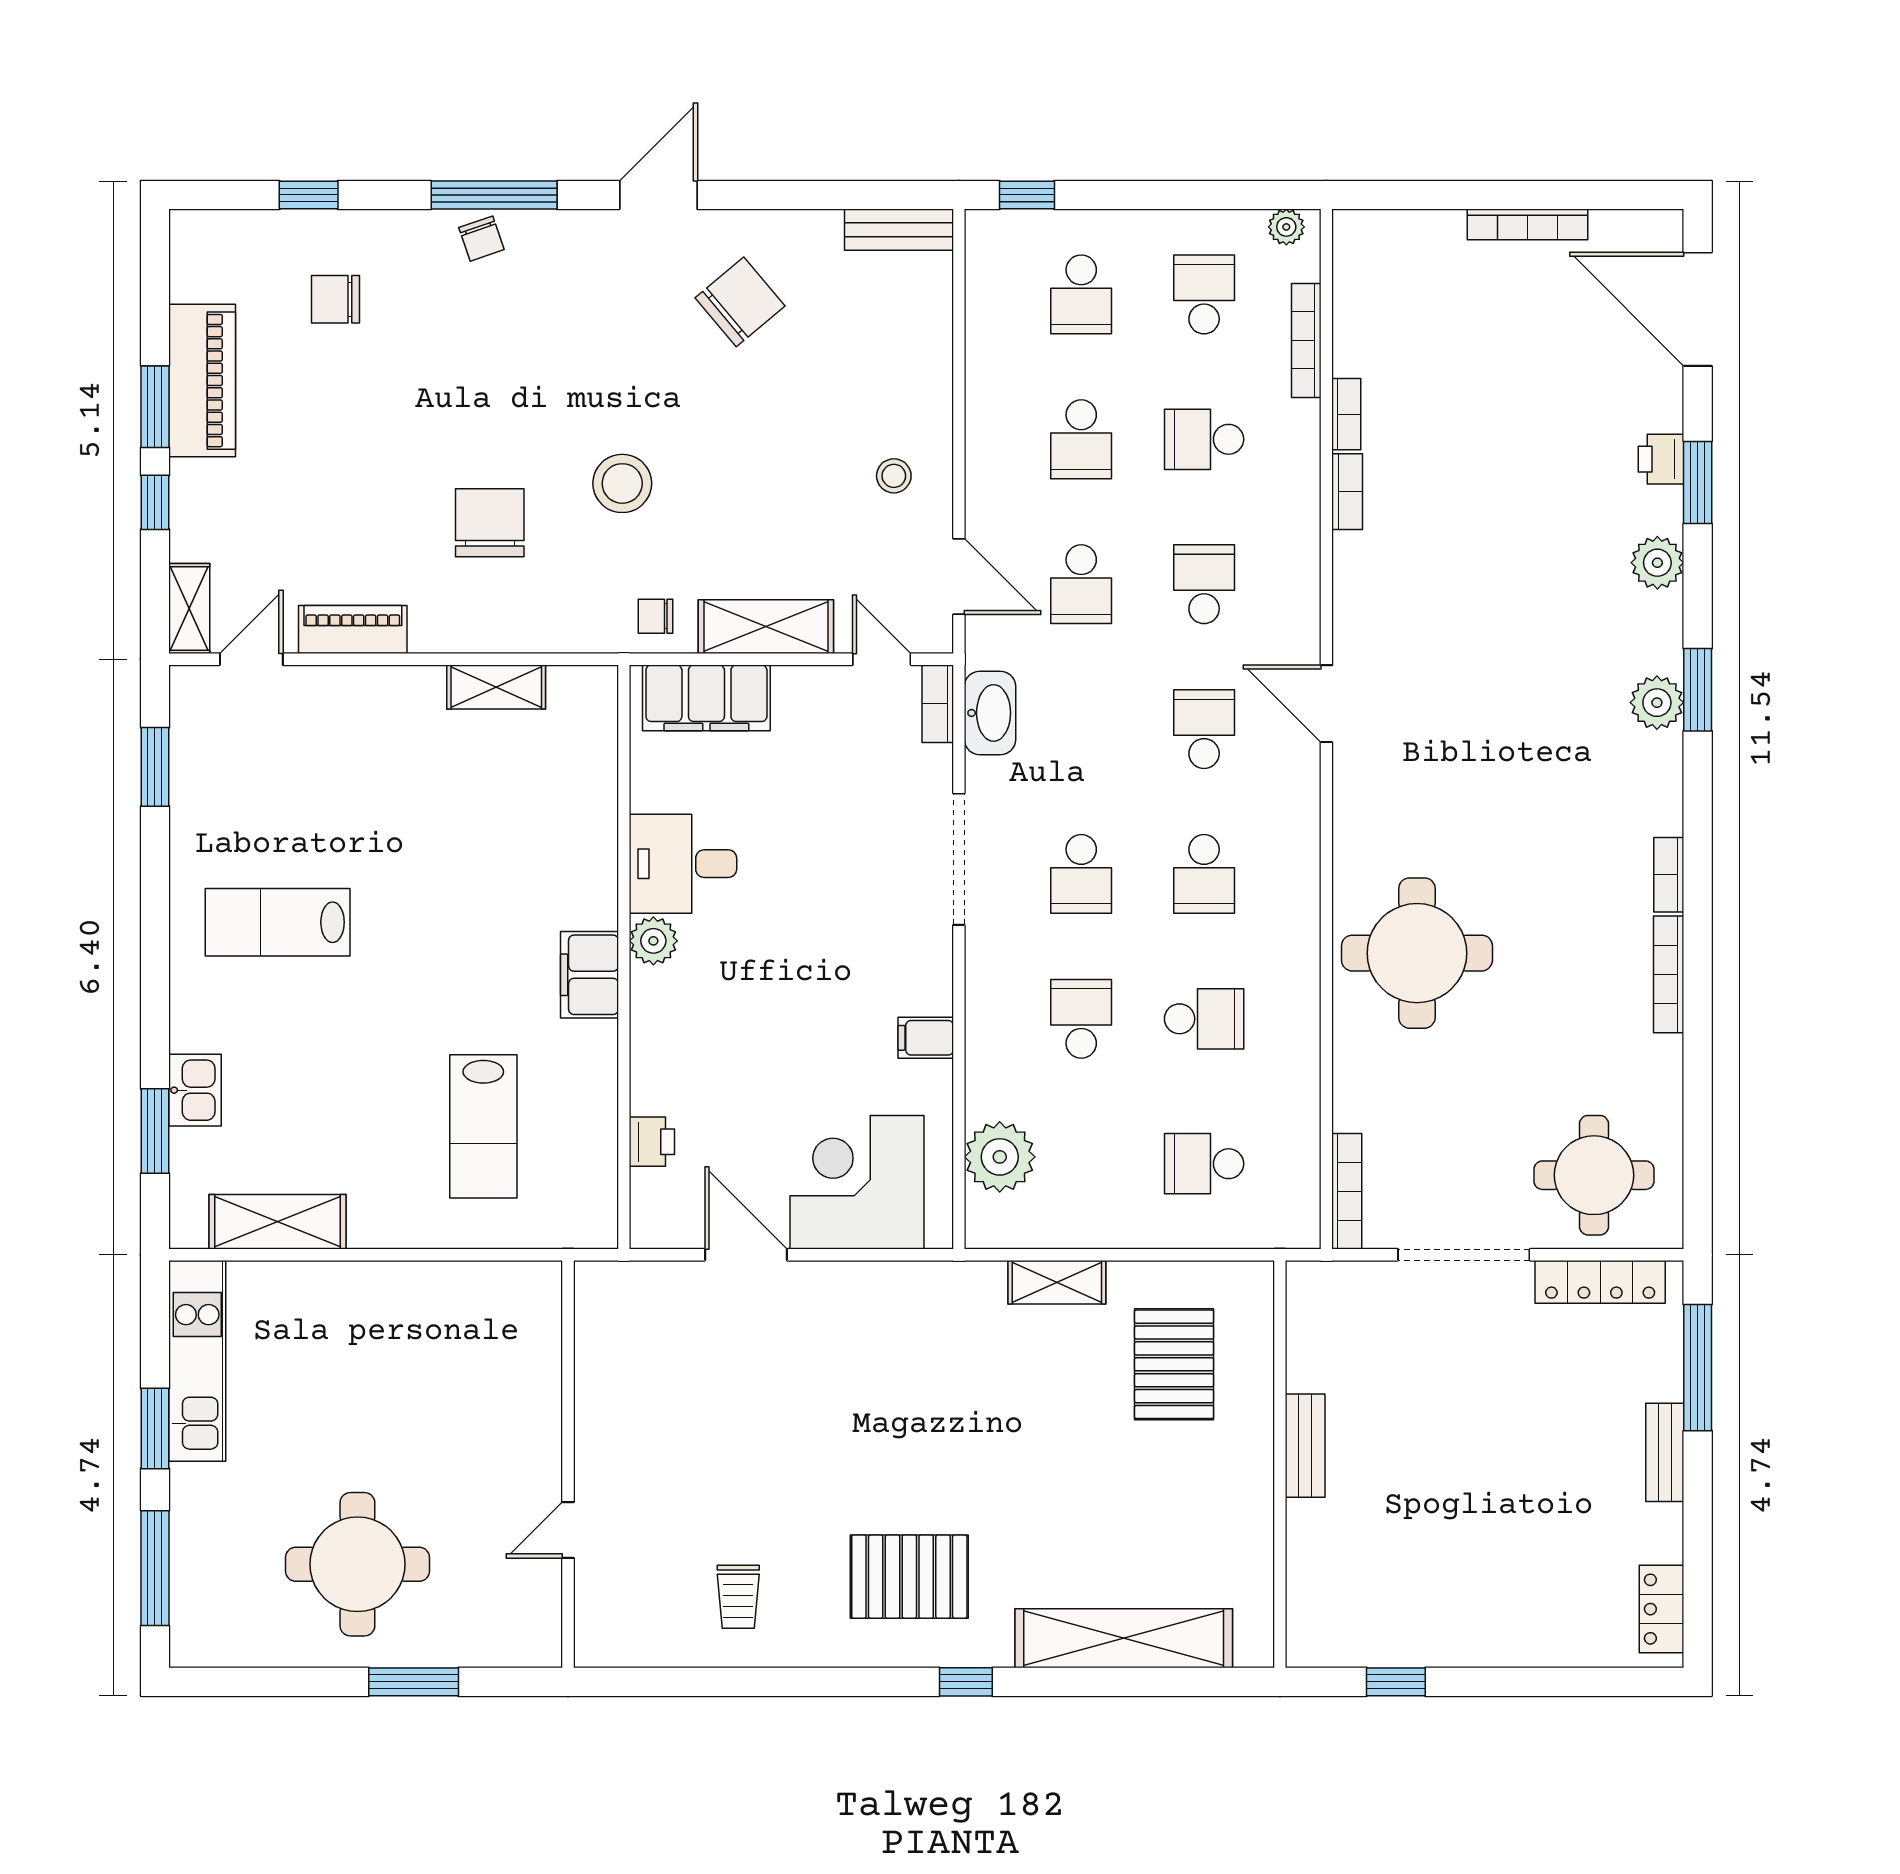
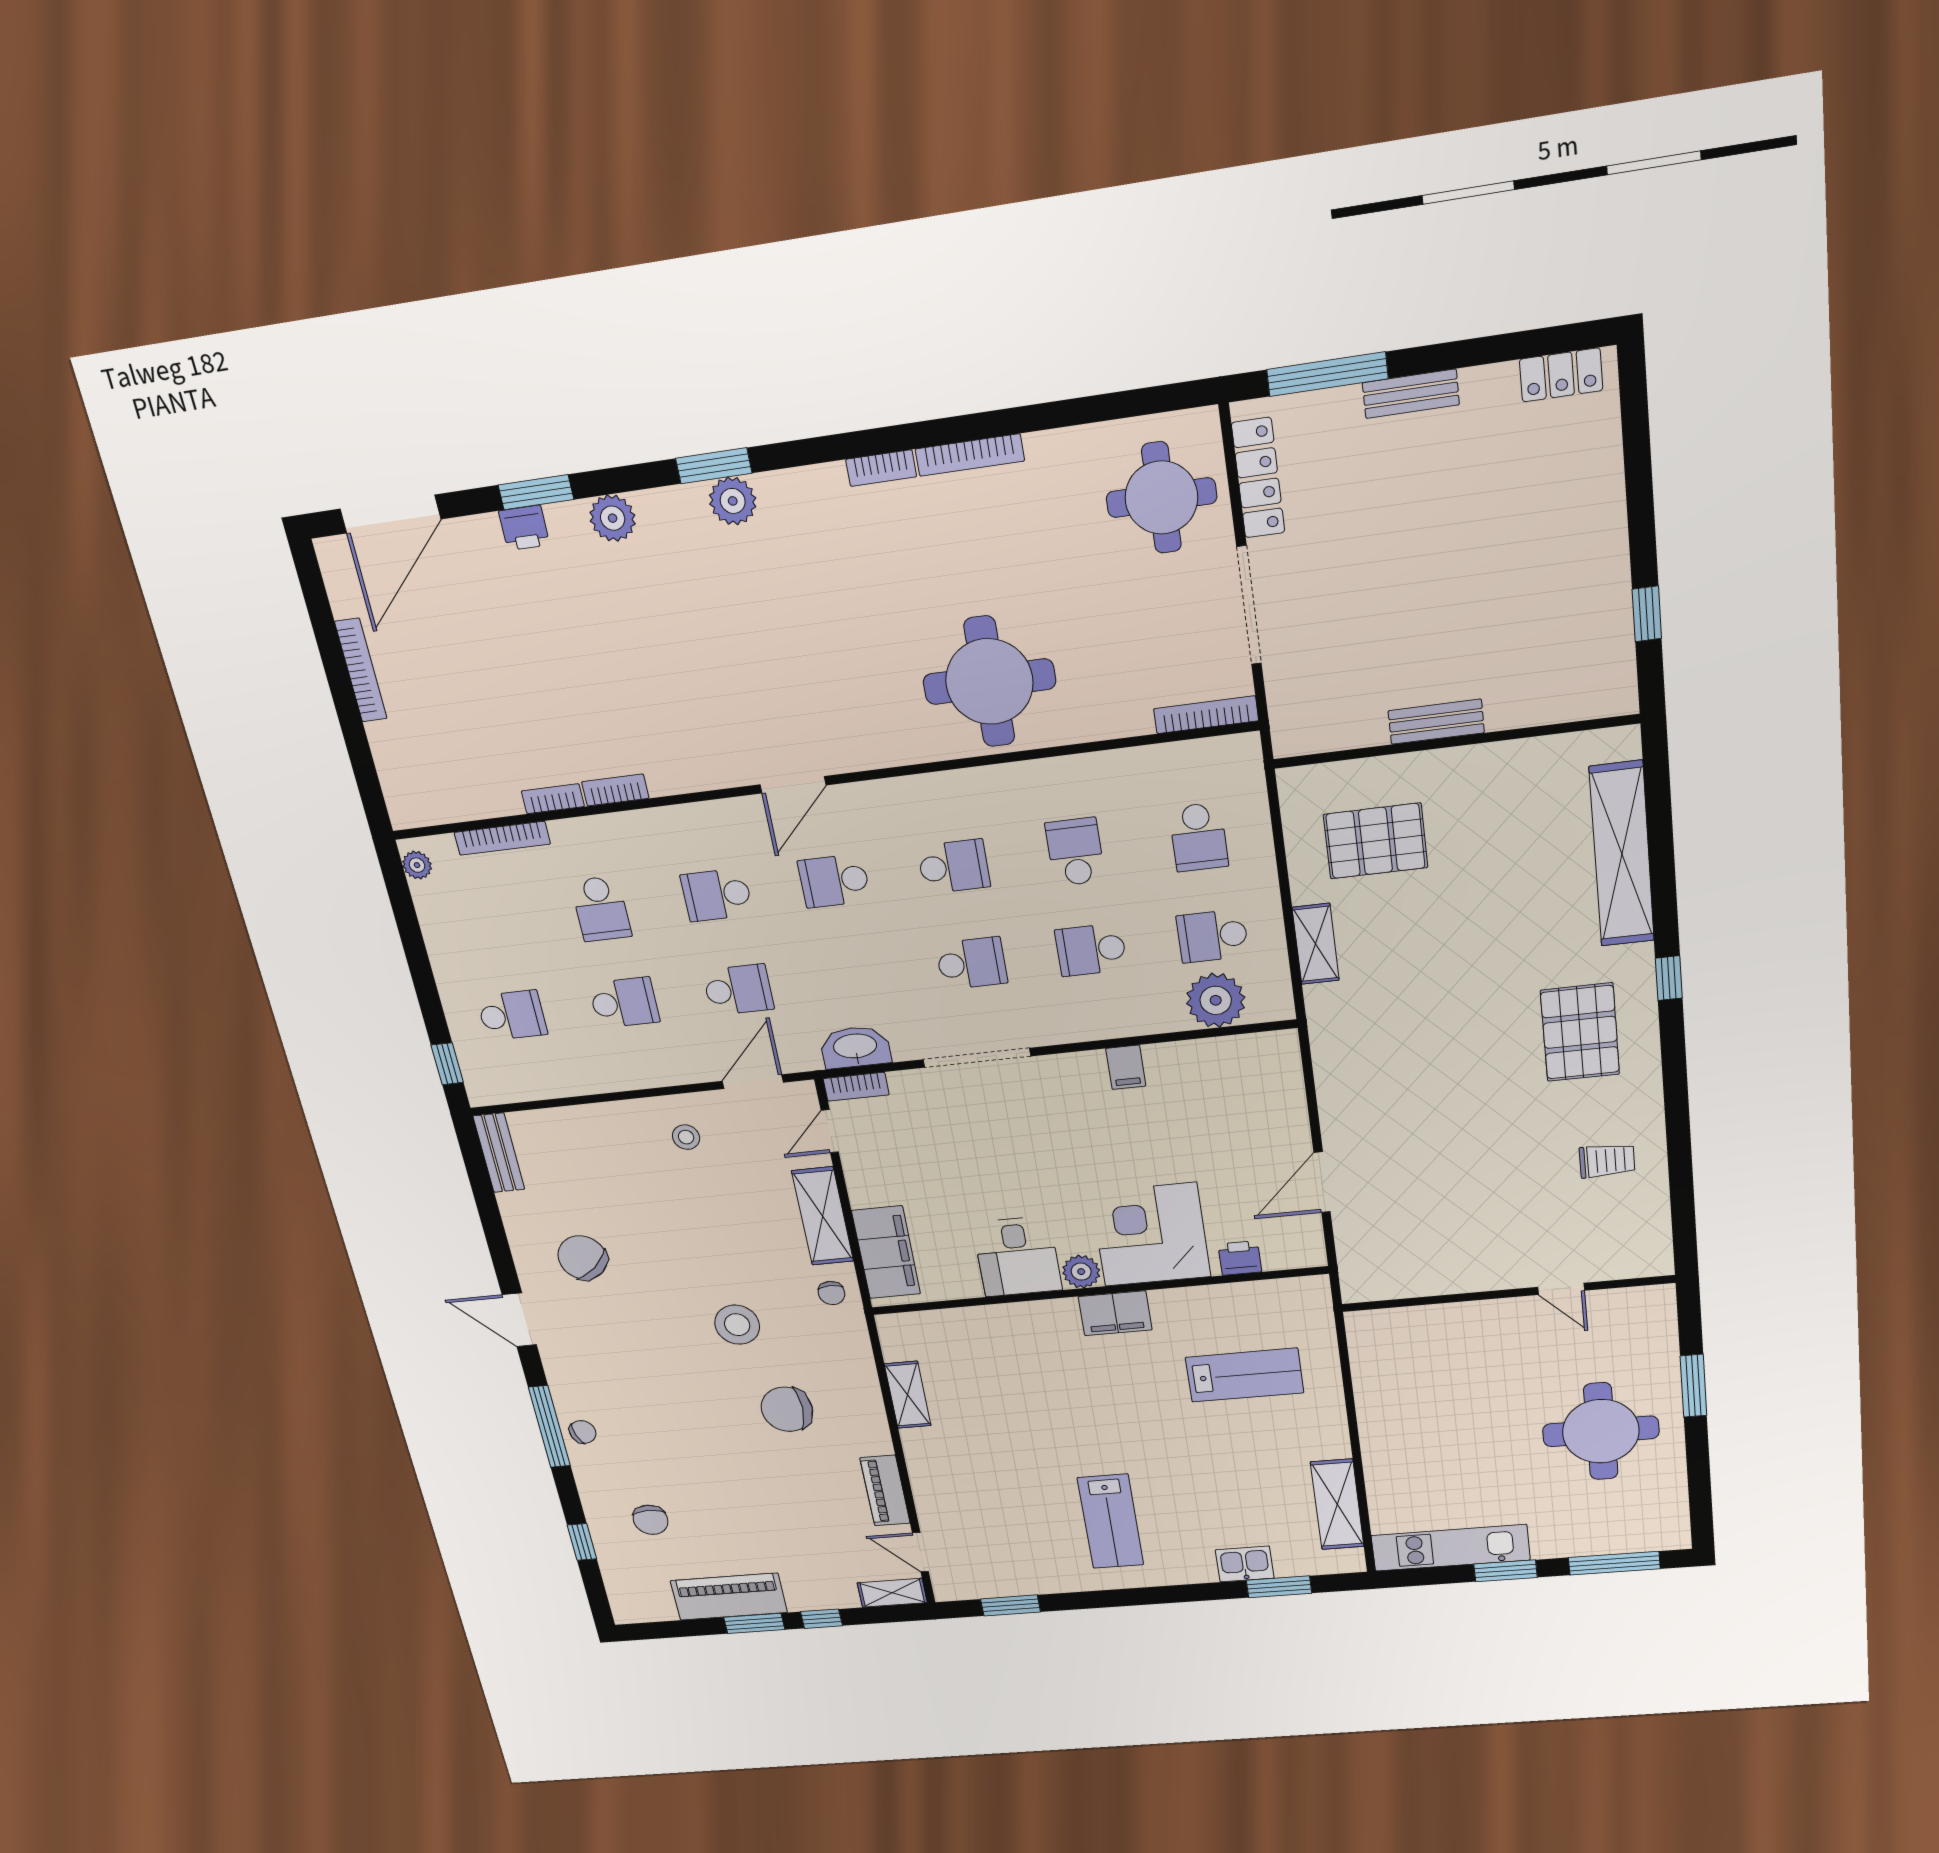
school desk: (1204, 294) -> (1212, 936), moved
corner desk: (857, 1182) -> (1151, 1235), moved, turned 90

